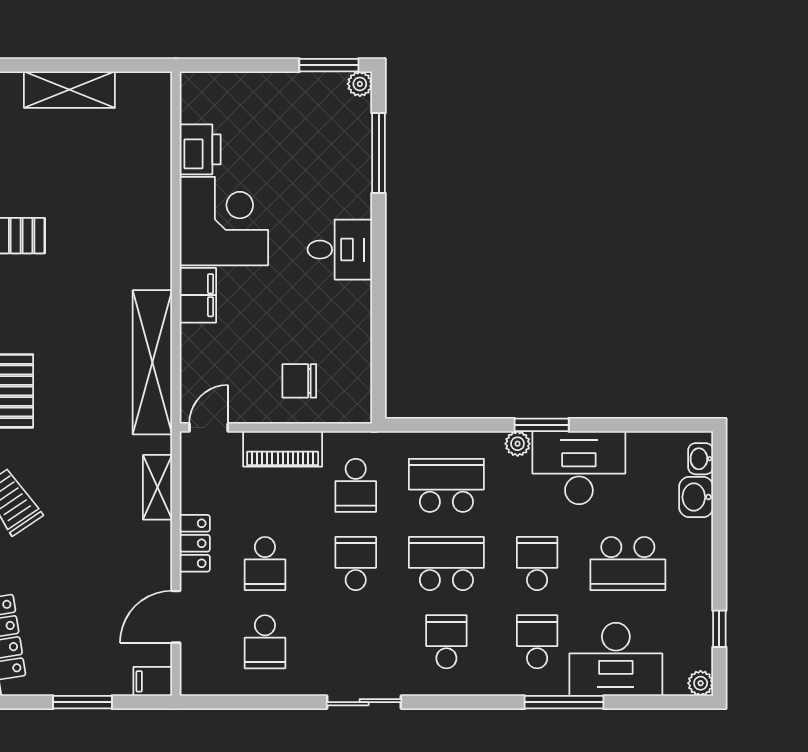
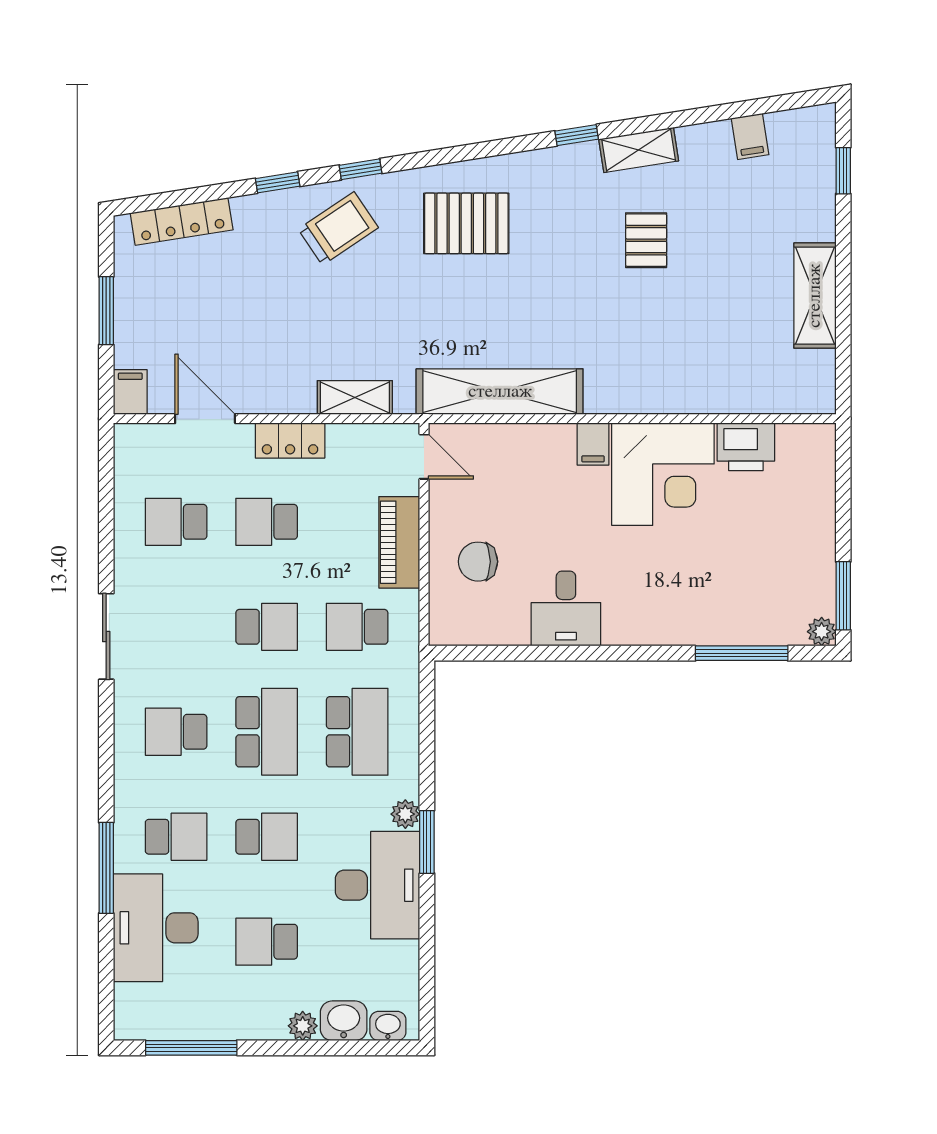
desk: (340, 250) -> (566, 609), moved
filing cabinet: (198, 295) -> (593, 444), width x0.50
chair: (299, 381) -> (478, 562), turned -90
school desk: (628, 564) -> (267, 942), width x0.54
window: (719, 629) -> (191, 1048), width x2.17
school desk: (446, 642) -> (176, 732), turned 180
plant: (701, 683) -> (303, 1026), moved

